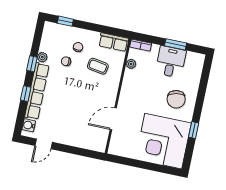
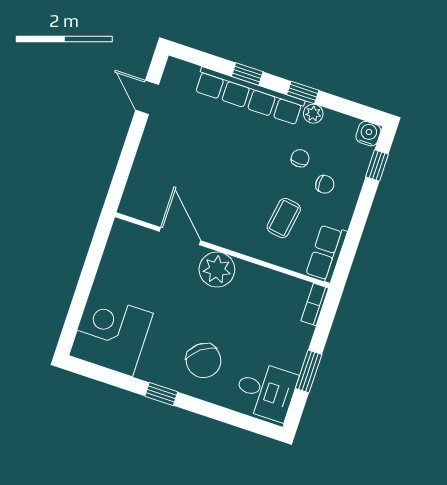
desk: (171, 62) -> (266, 391), moved
plant: (131, 64) -> (217, 270), moved, width x1.87, depth x1.87
chair: (176, 99) -> (204, 361), turned -117
water cooler: (29, 125) -> (368, 134), moved
window: (194, 130) -> (161, 394), moved
corner desk: (163, 141) -> (111, 334), width x0.74, depth x0.74

